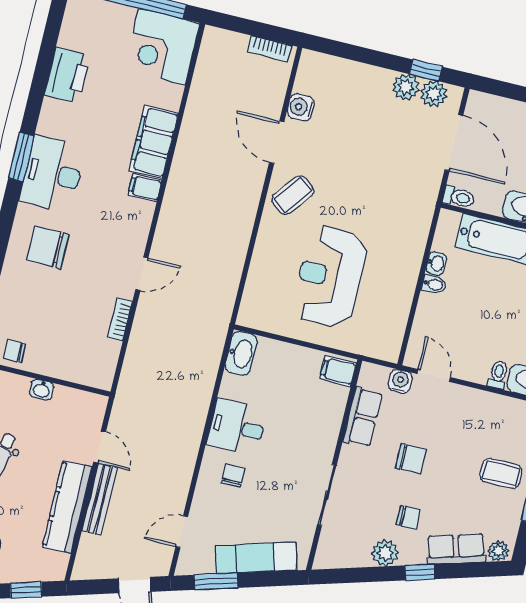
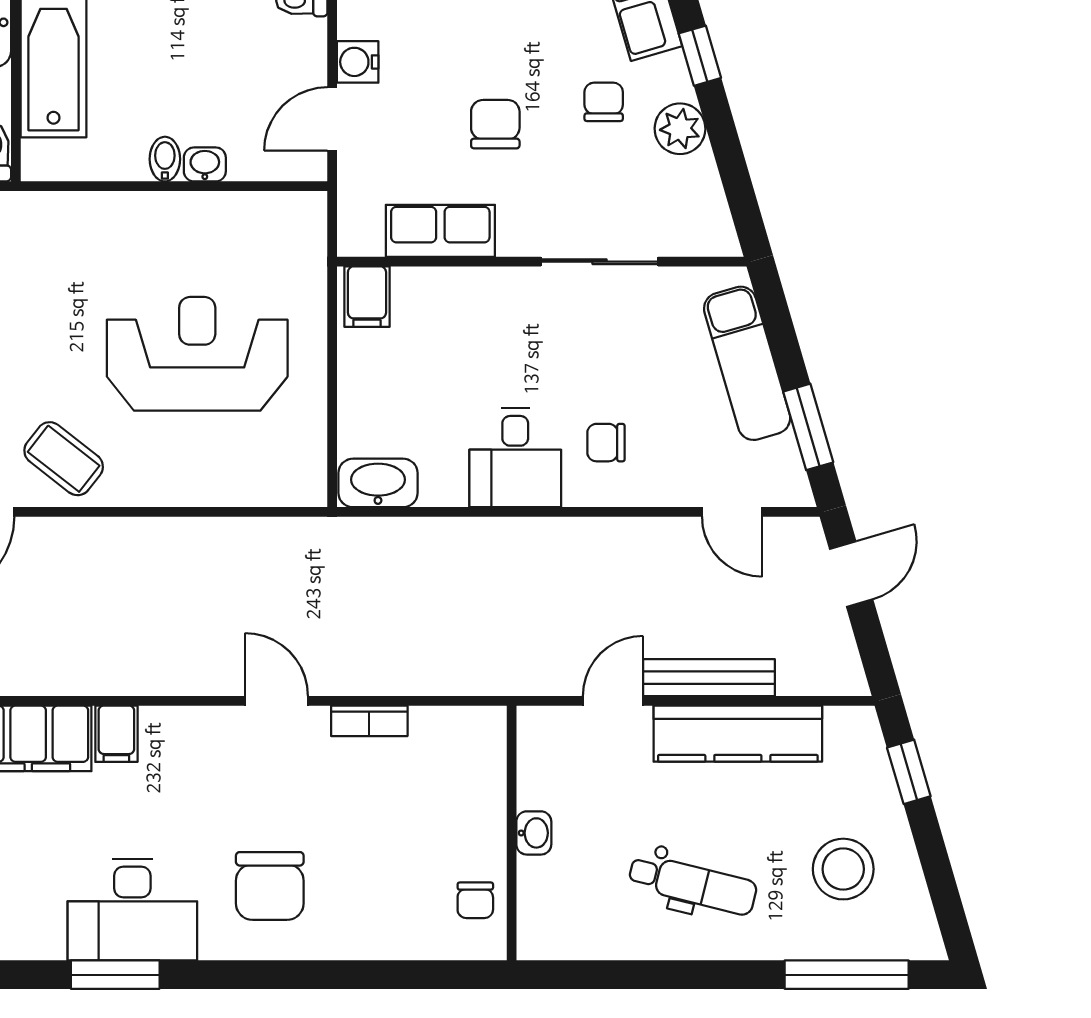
washbasin: (436, 263) -> (205, 164), moved
reception desk: (330, 277) -> (197, 354), turned 180
water cooler: (400, 381) -> (358, 62), moved

